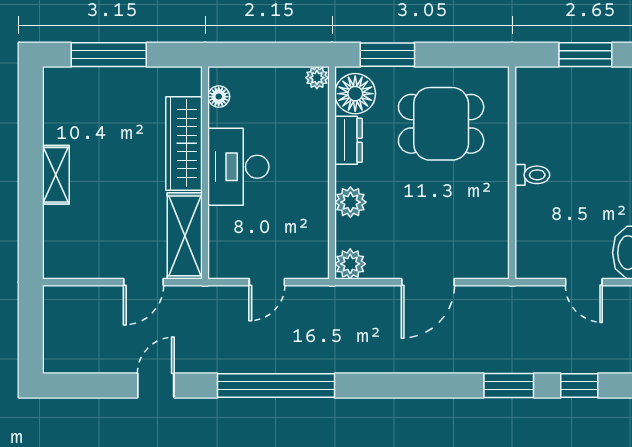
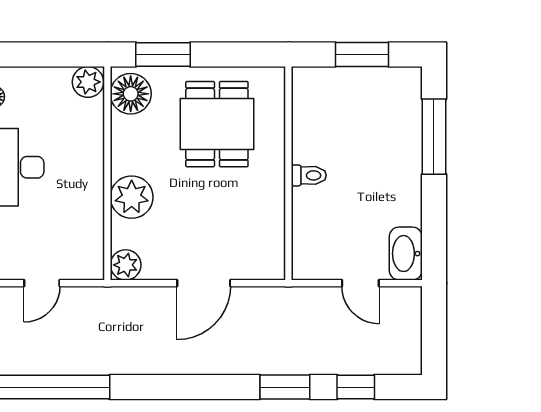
plant: (317, 78) -> (88, 82), width x1.38, depth x1.38
dining table: (441, 124) -> (217, 124), turned 90
dresser: (349, 140) -> (124, 141), removed
plant: (350, 202) -> (132, 197), width x1.36, depth x1.36

